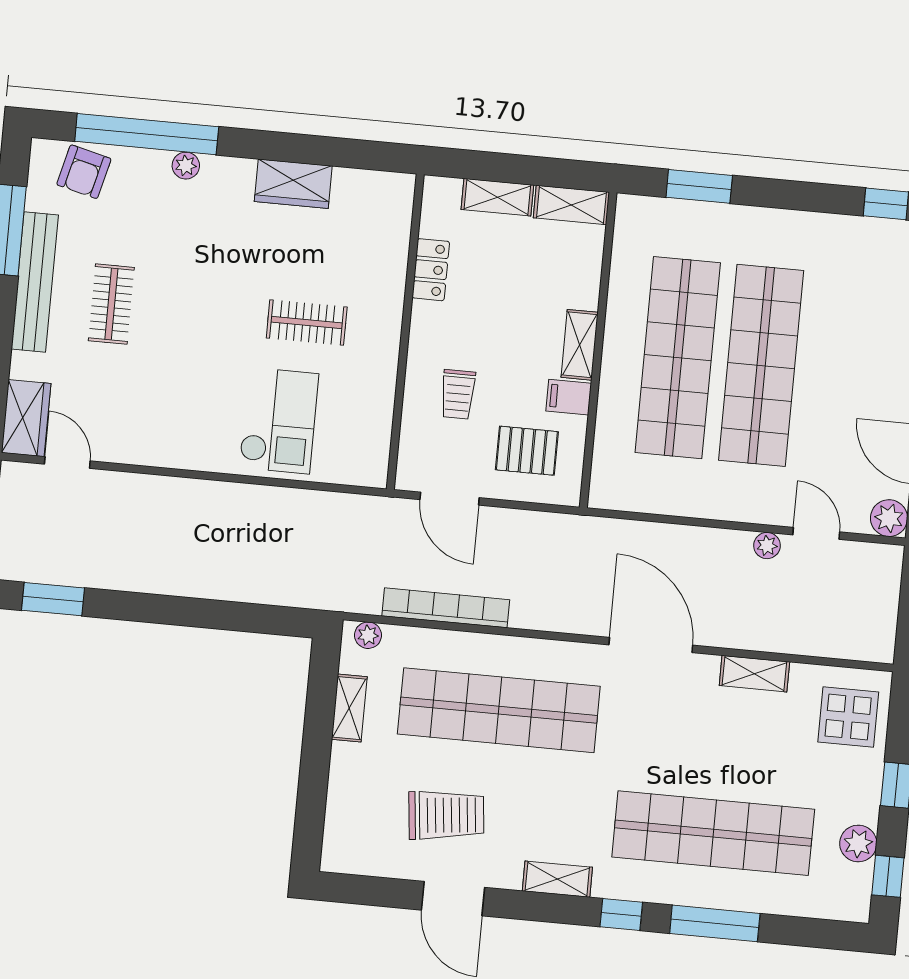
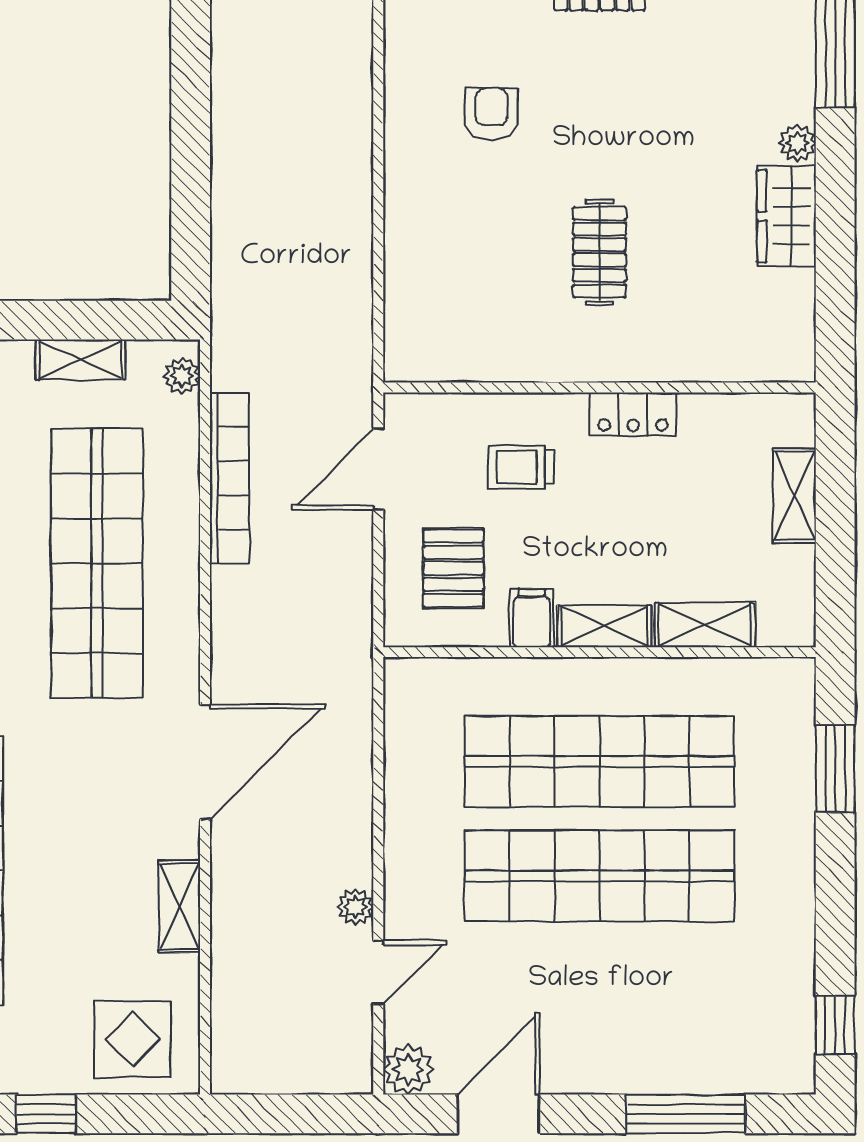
plant: (186, 166) -> (797, 143), moved
shelving: (571, 205) -> (705, 625), moved, turned 90
locker: (431, 270) -> (633, 414), moved
armchair: (199, 392) -> (492, 114), added
checkout: (279, 421) -> (462, 227), removed

